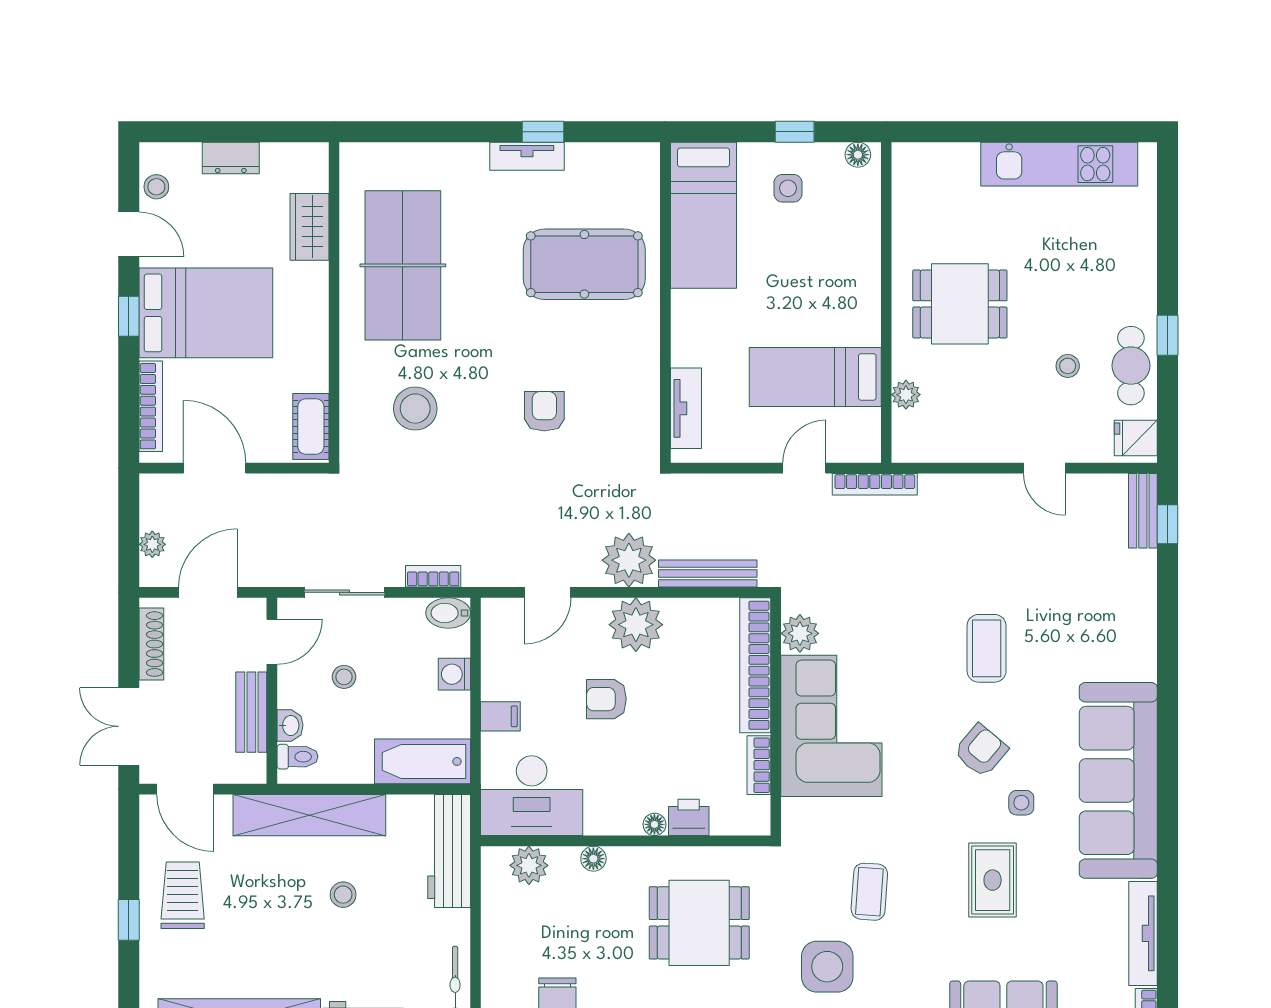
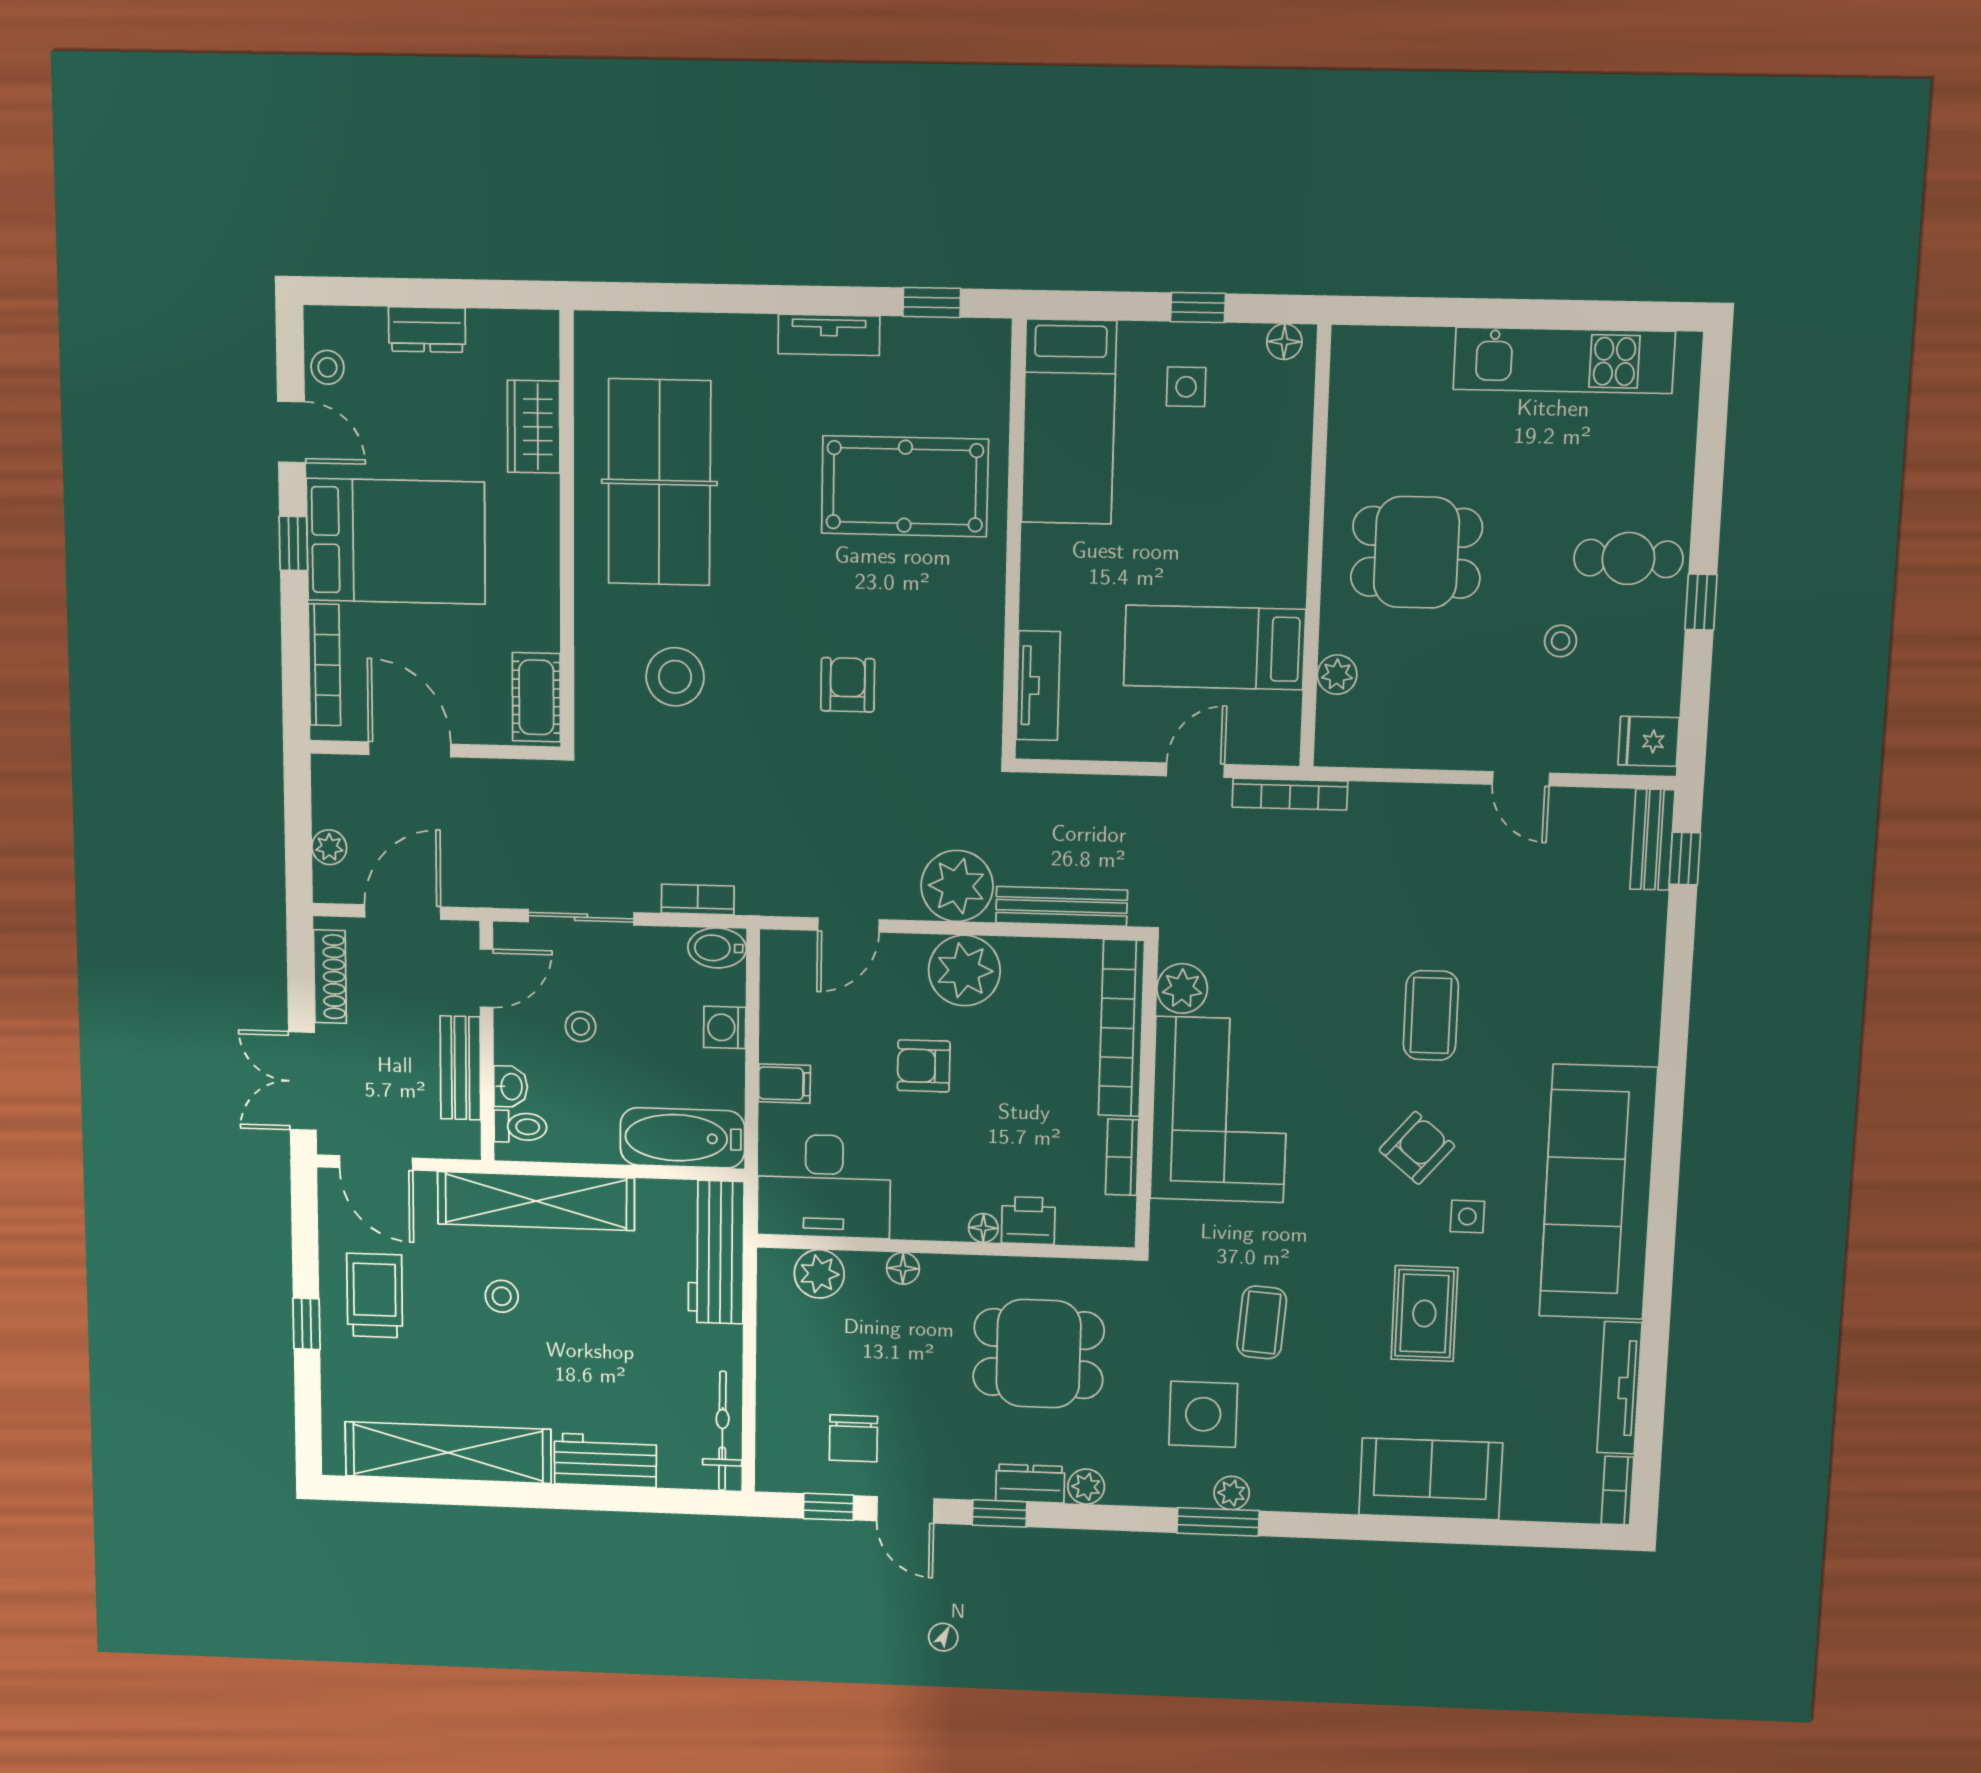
window: (543, 132) -> (932, 302), moved
cafe table: (1131, 366) -> (1628, 558), moved, turned 90
stool: (343, 895) -> (502, 1296), moved

